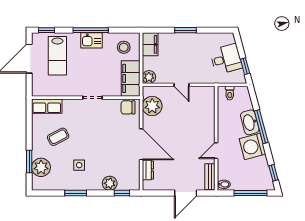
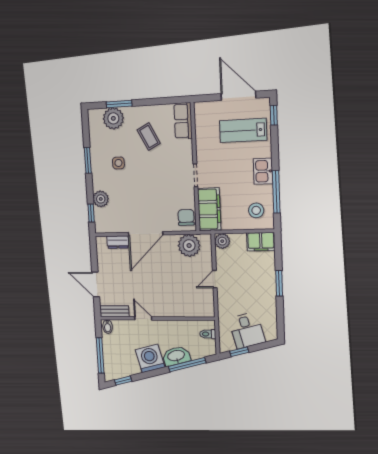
window: (91, 30) -> (276, 192), moved
filing cabinet: (131, 78) -> (209, 209), moved, turned 90
window: (261, 127) -> (187, 365), moved

